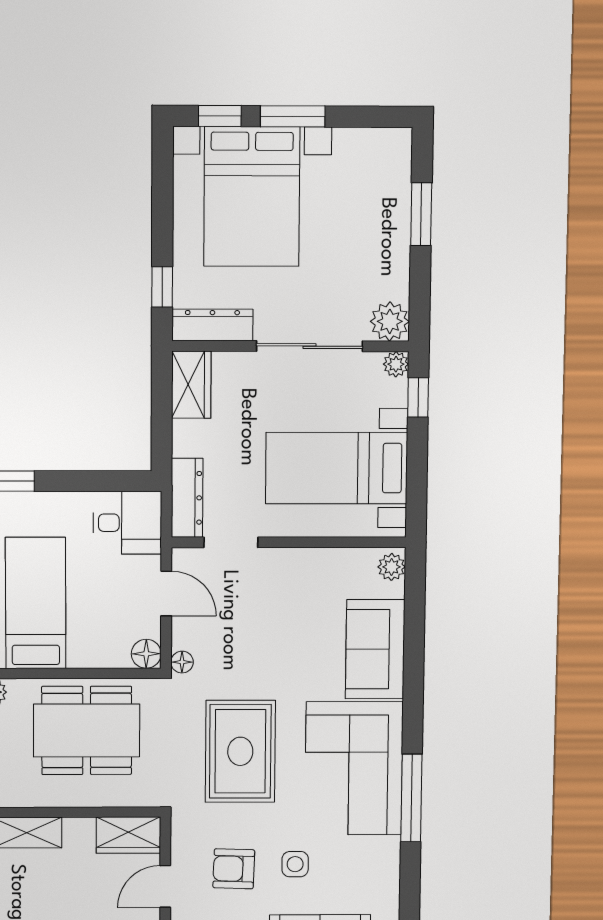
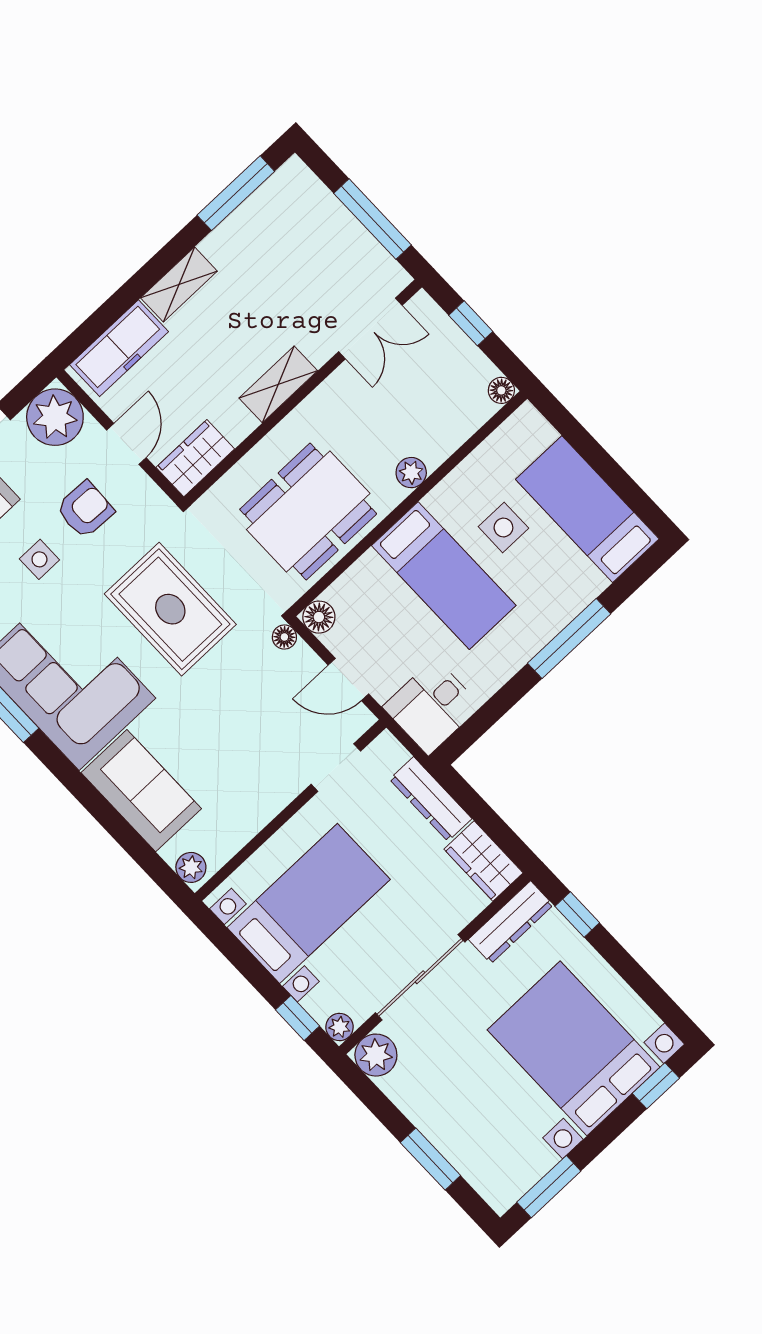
window: (293, 116) -> (549, 1187), moved
dresser: (187, 498) -> (431, 799), moved

